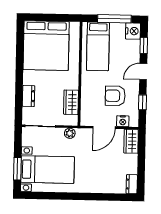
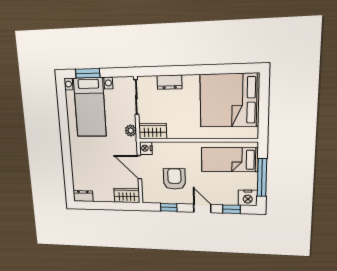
wardrobe: (71, 102) -> (153, 131), moved
nightstand: (123, 121) -> (146, 148), moved

